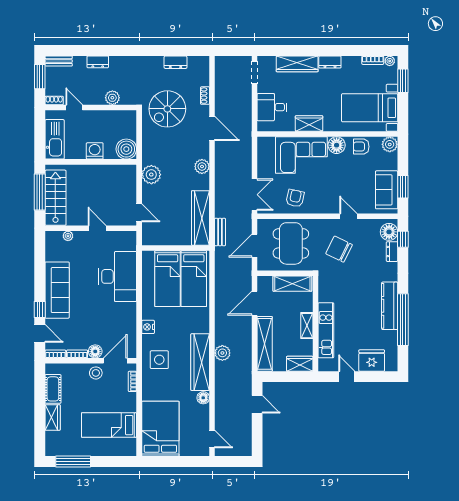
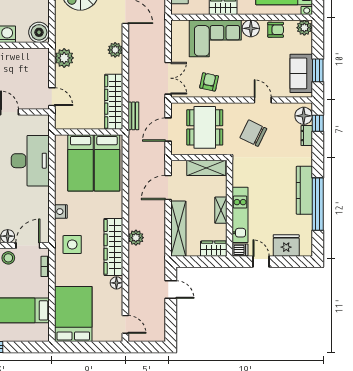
armchair: (361, 147) -> (276, 30), turned 180
dishwasher: (326, 365) -> (240, 250), added

